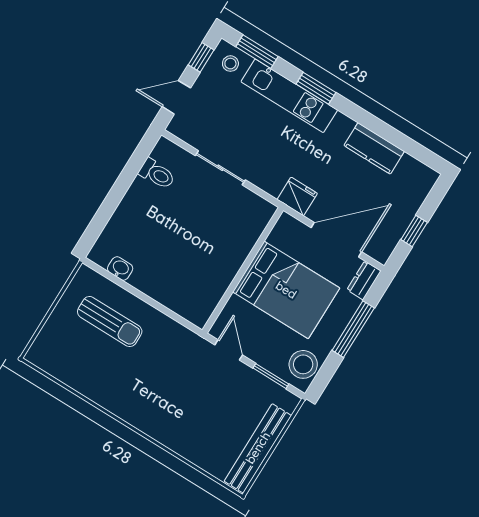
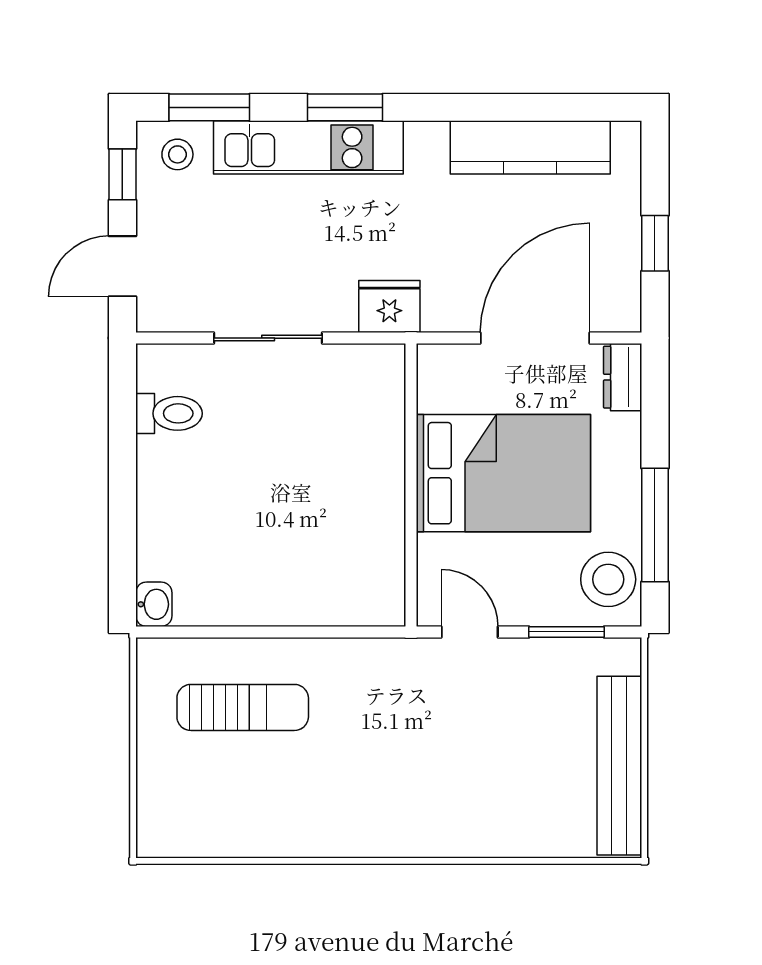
kitchen counter: (374, 148) -> (530, 147), width x1.50
fridge: (297, 196) -> (389, 306), moved
washbasin: (120, 269) -> (154, 604), moved, turned 90
window: (353, 329) -> (655, 525), moved

